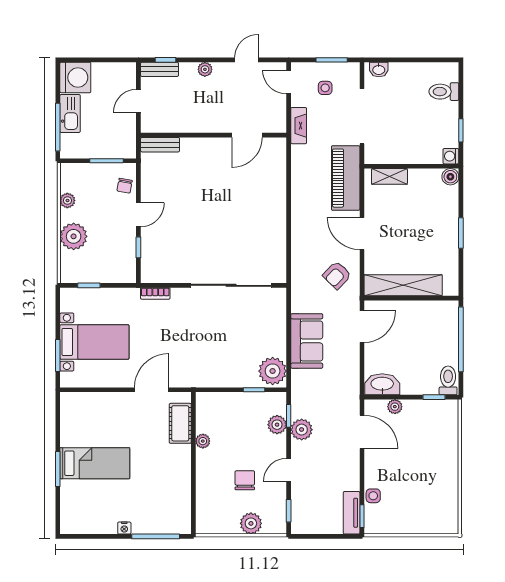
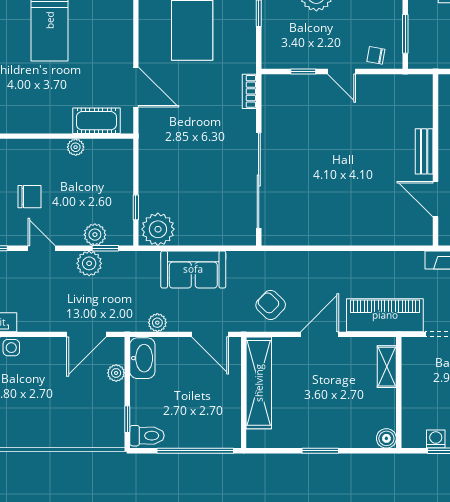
bench: (160, 145) -> (424, 151), moved
washing machine: (451, 156) -> (436, 439), moved
plant: (352, 372) -> (157, 323), added

